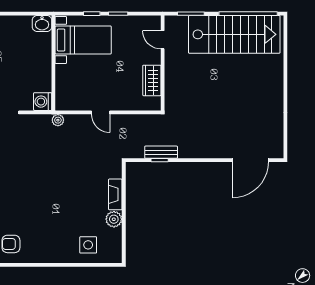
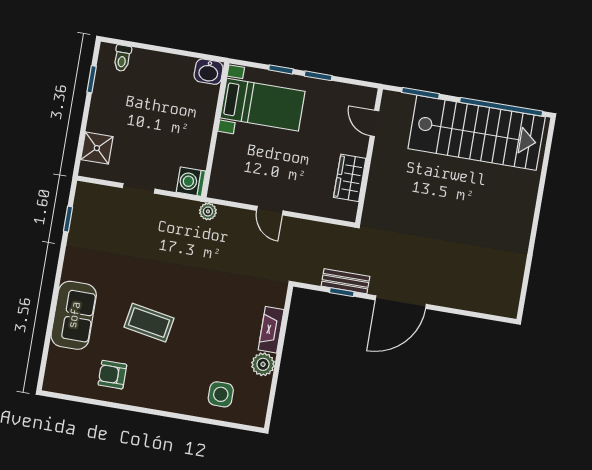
door: (250, 160) -> (401, 302), moved
coffee table: (30, 204) -> (149, 323), added

